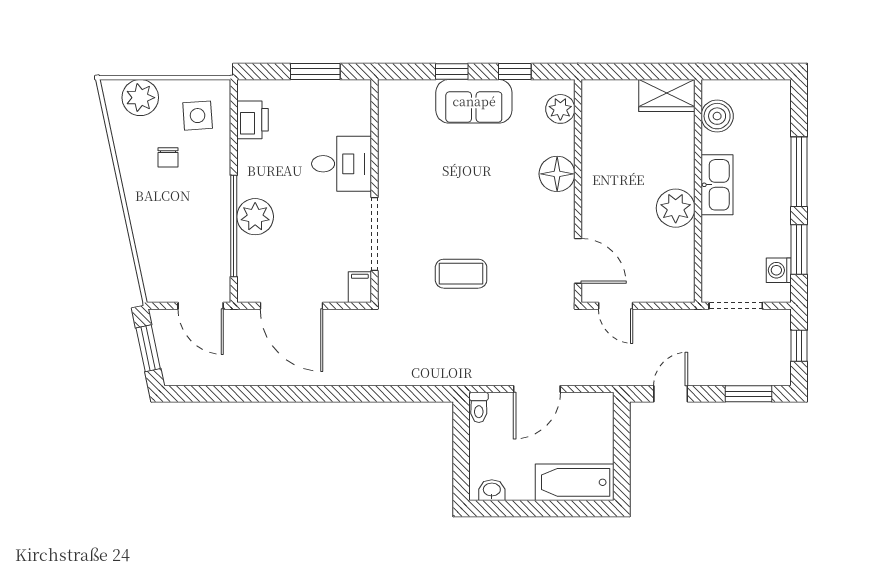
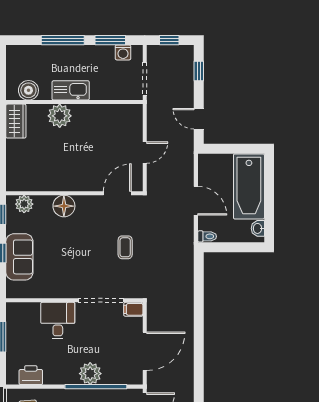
sofa: (474, 101) -> (19, 257), moved
plant: (560, 109) -> (24, 204), moved
floor lamp: (557, 174) -> (64, 206), moved
wall: (578, 191) -> (74, 193), moved
plant: (676, 208) -> (60, 116), moved
door: (578, 261) -> (117, 193), moved
coffee table: (461, 274) -> (125, 247), width x0.73, depth x0.77
window: (749, 394) -> (199, 71), width x0.67
bathtub: (574, 482) -> (249, 186), width x1.36, depth x1.36

